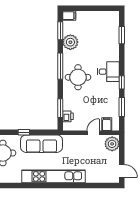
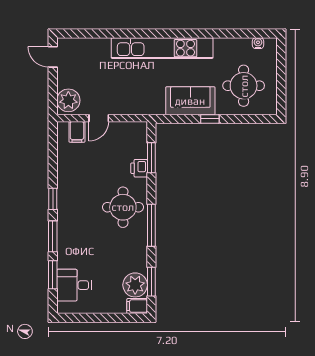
plant: (70, 42) -> (135, 285), moved
desk: (108, 72) -> (74, 285), moved
window: (122, 107) -> (53, 236), moved
printer: (68, 116) -> (139, 168), moved
sofa: (41, 144) -> (190, 101), width x0.73

